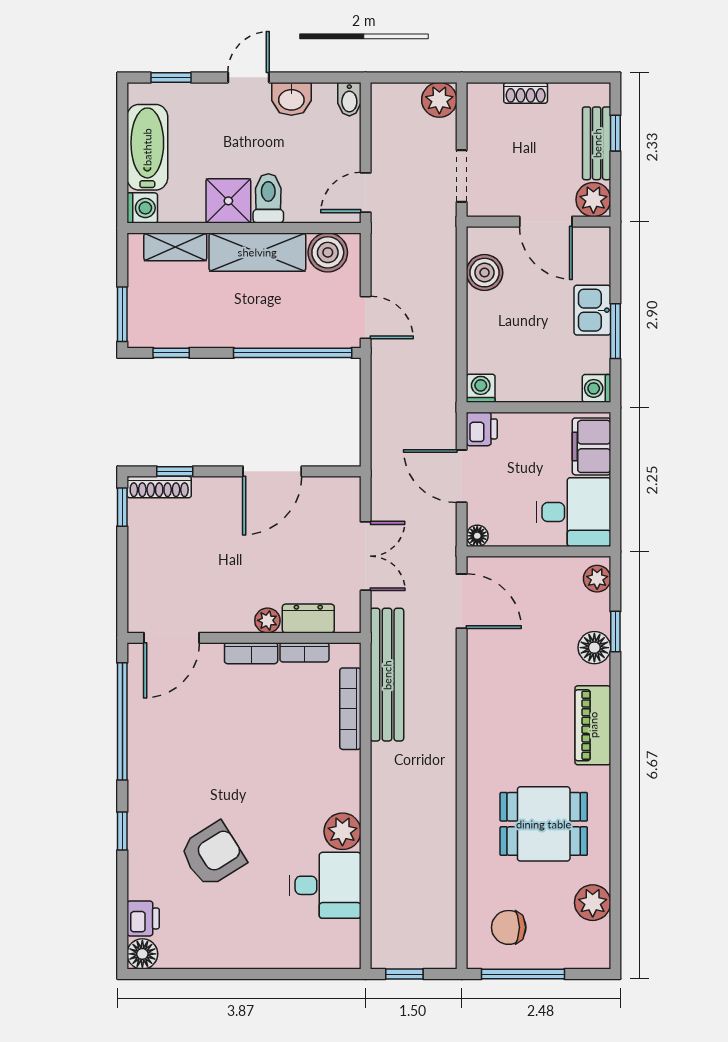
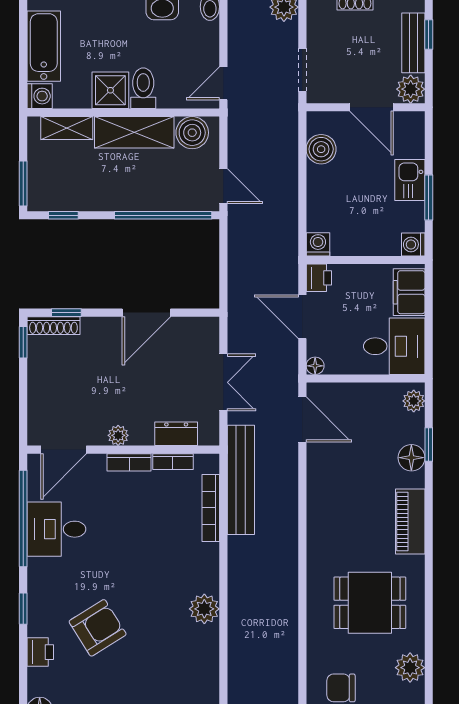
plant: (267, 620) -> (118, 435), moved
desk: (325, 885) -> (56, 529), moved, turned 180
printer: (143, 918) -> (40, 652), moved

